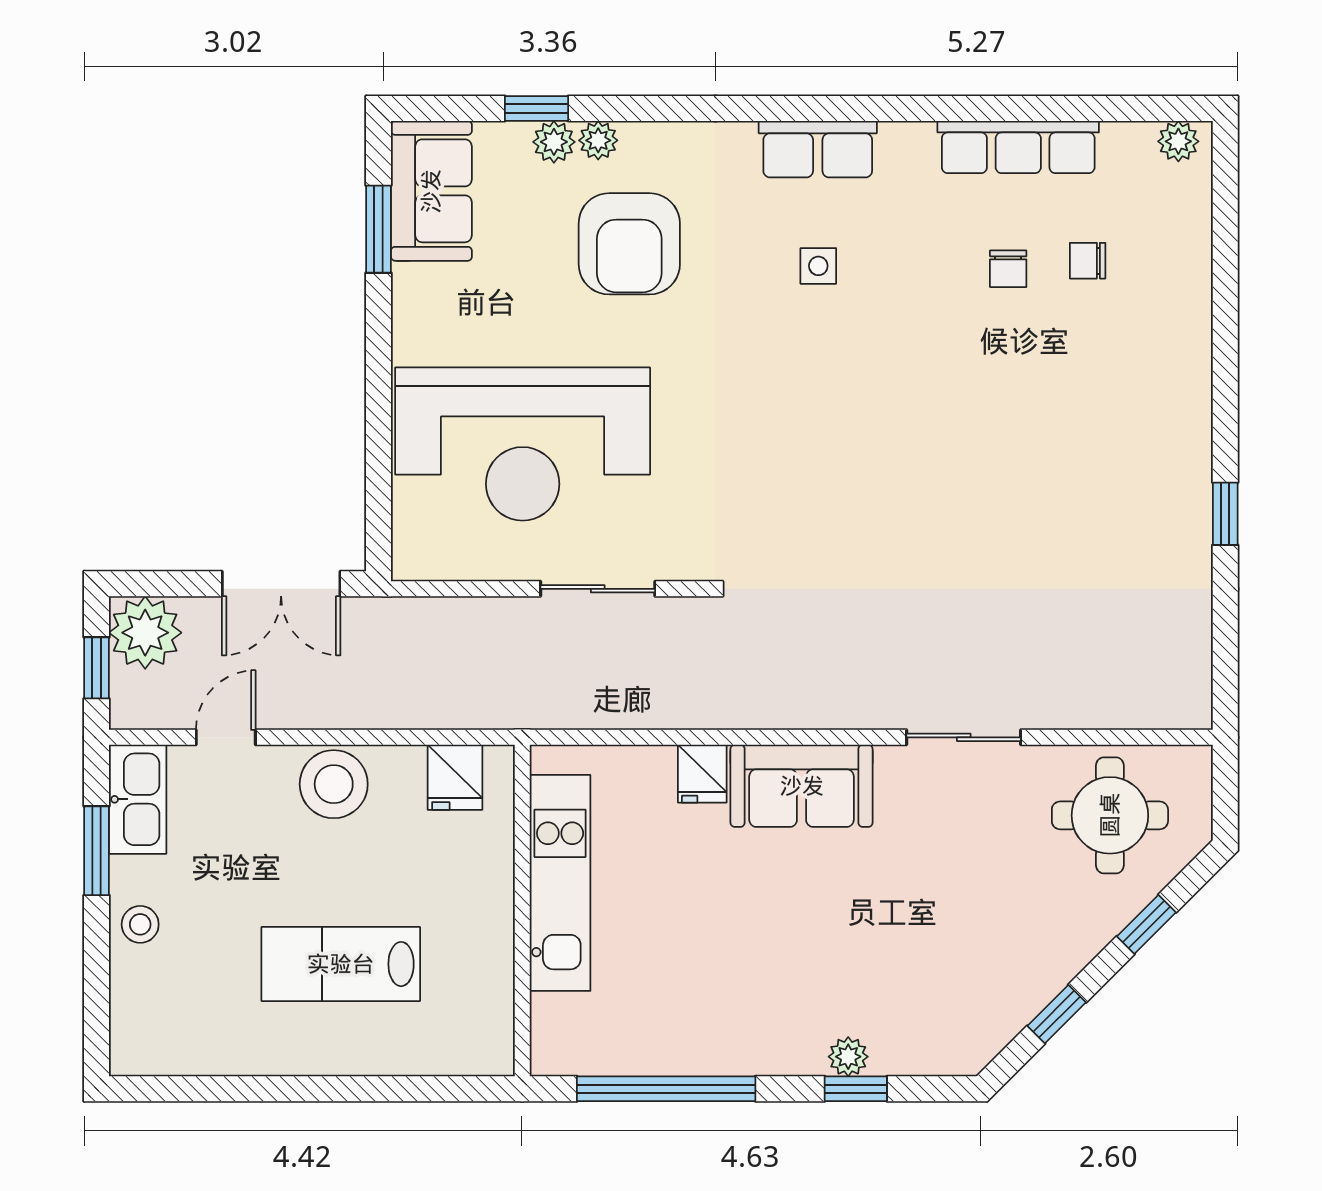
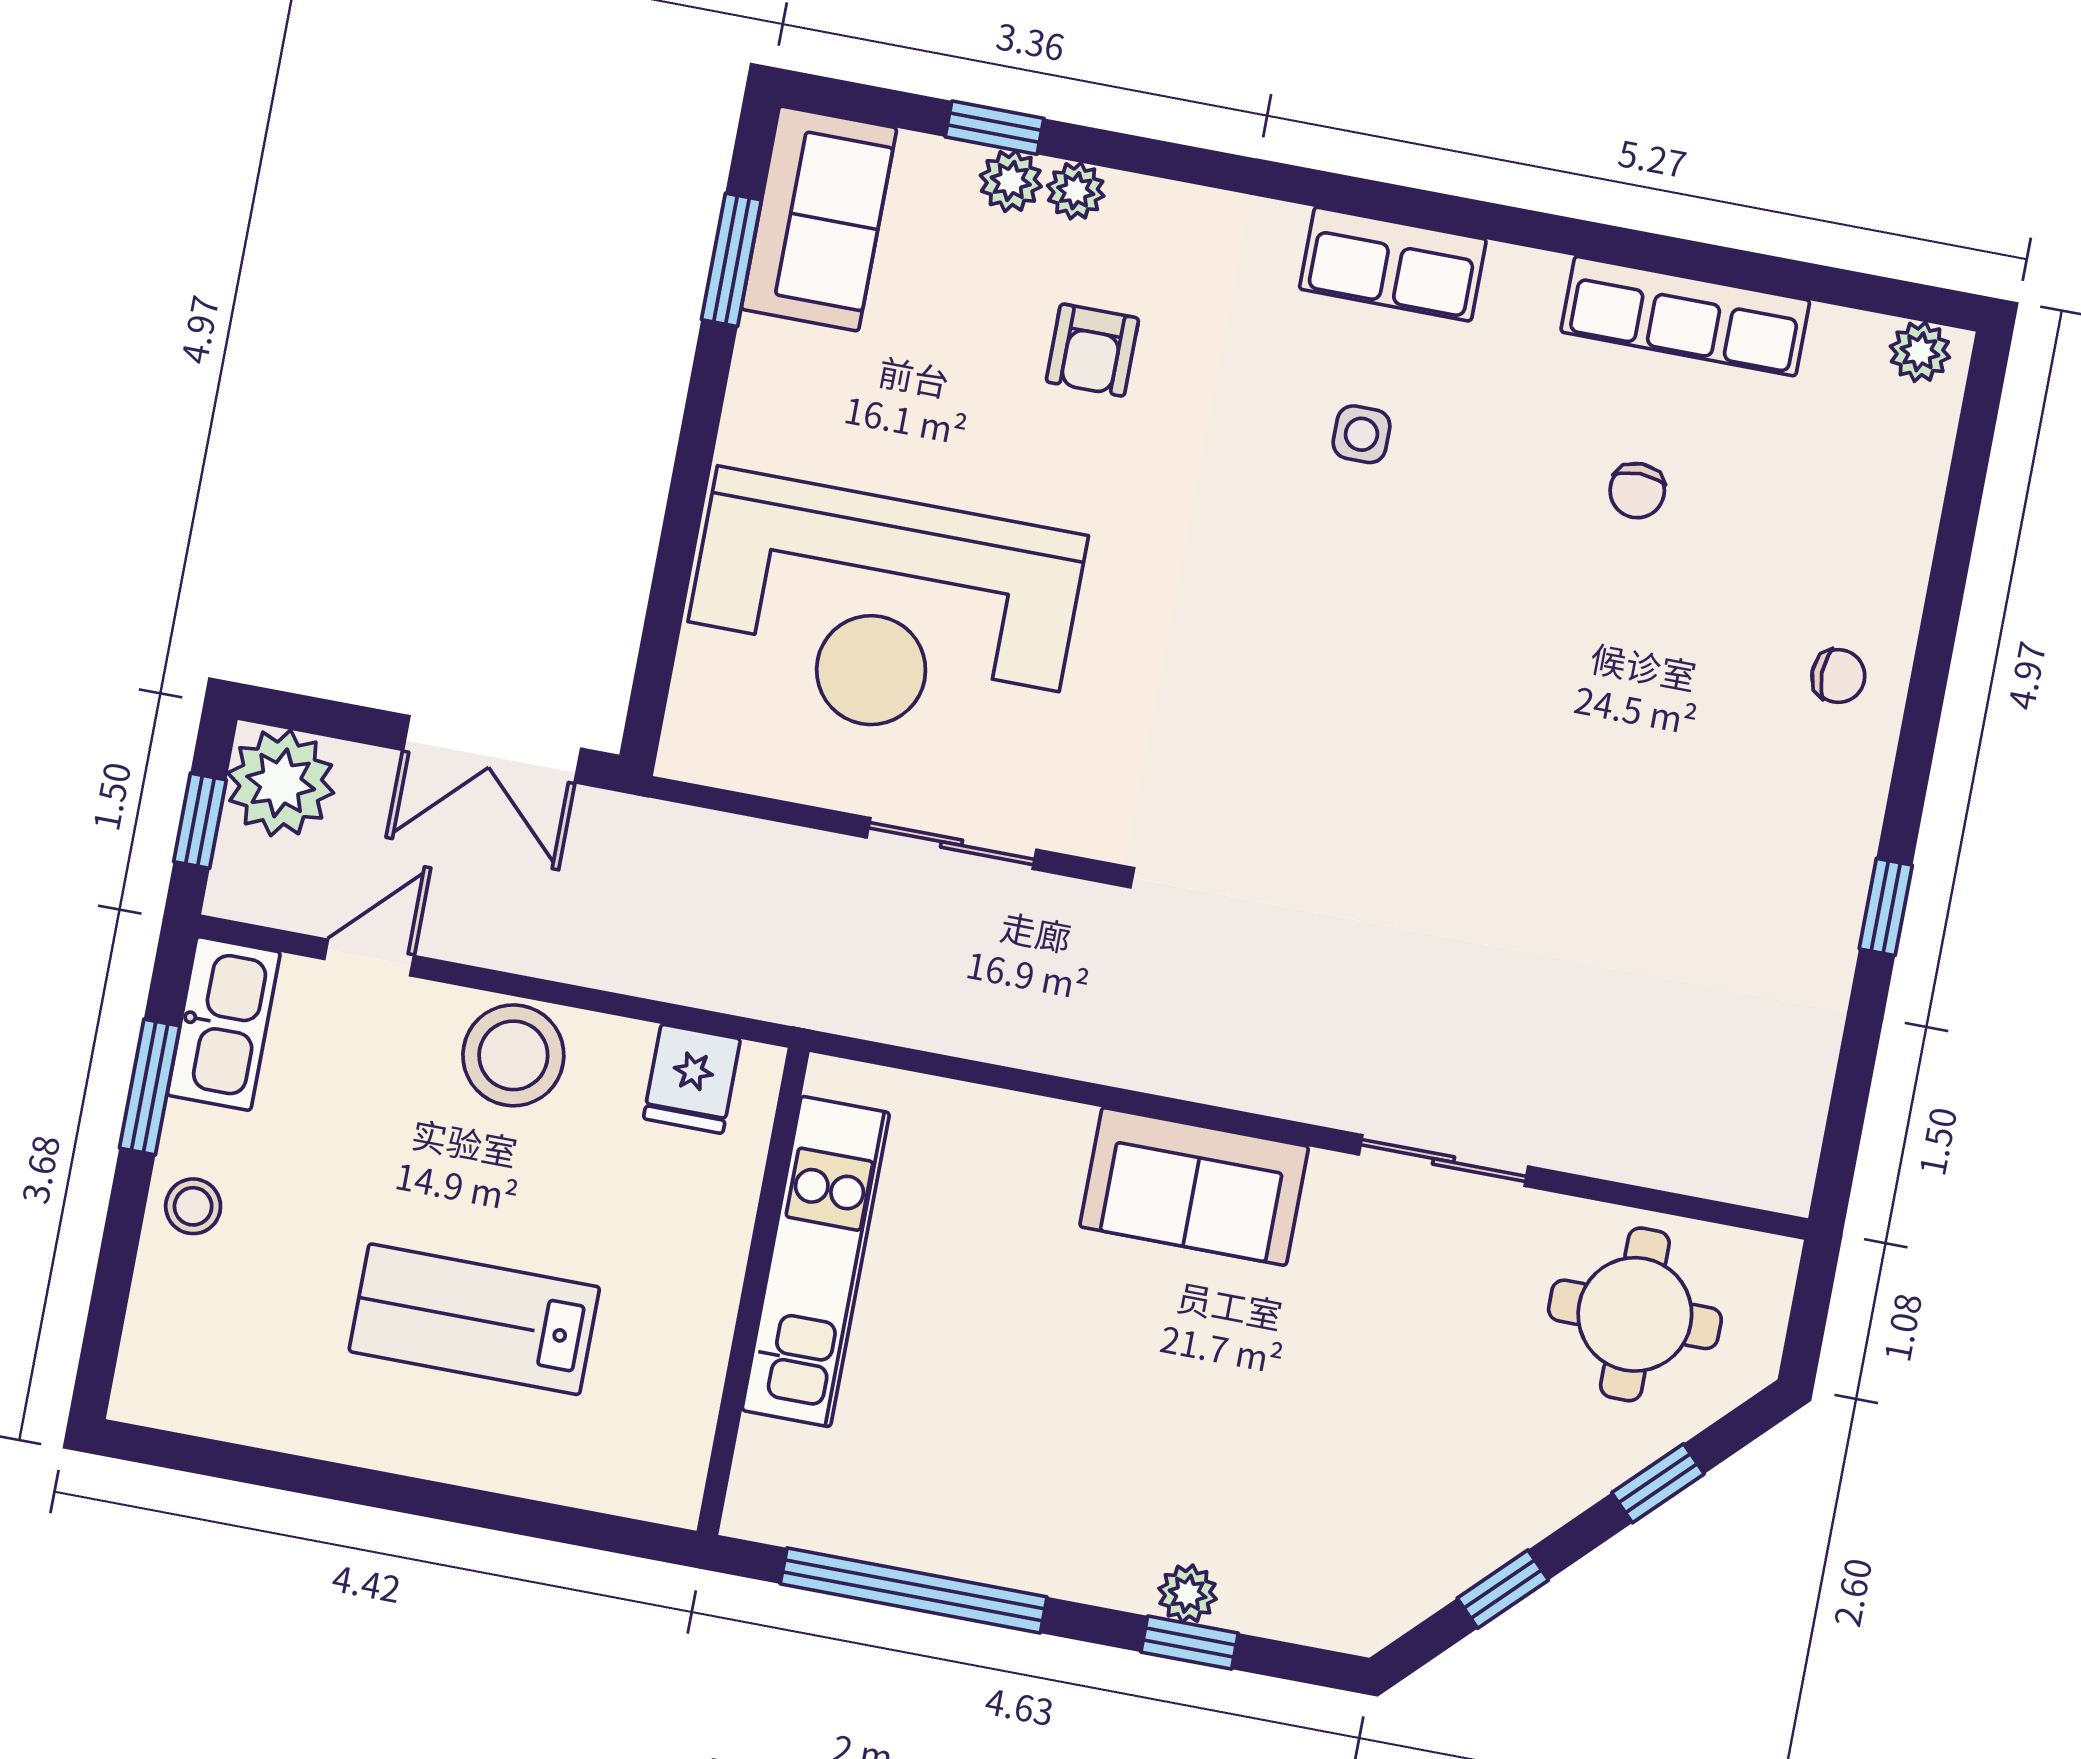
armchair: (629, 244) -> (1092, 350), width x0.53, depth x0.53
chair: (1088, 261) -> (1838, 676), moved, turned 180
fridge: (702, 774) -> (1053, 1142), removed

